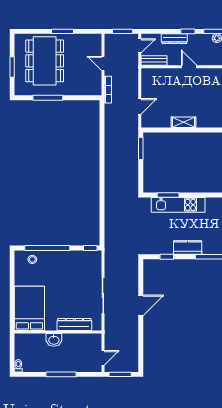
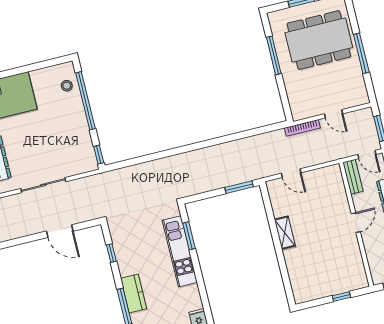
window: (62, 31) -> (361, 53), width x1.44
door: (103, 63) -> (334, 114), swing flipped
kitchen counter: (188, 247) -> (134, 294), moved
door: (141, 305) -> (60, 231), moved

